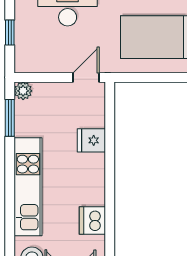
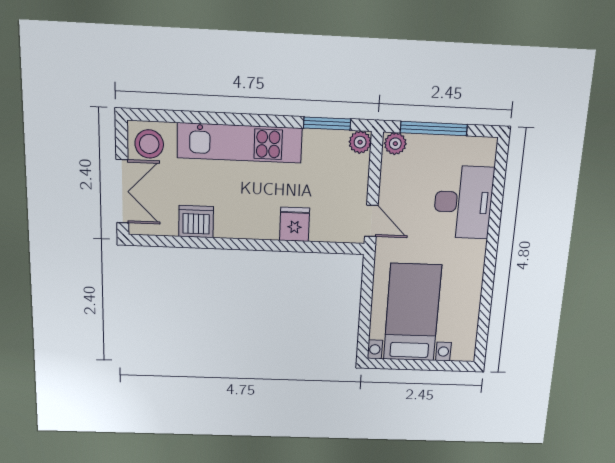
window: (10, 32) -> (434, 128), width x2.17
plant: (23, 62) -> (395, 144), added

